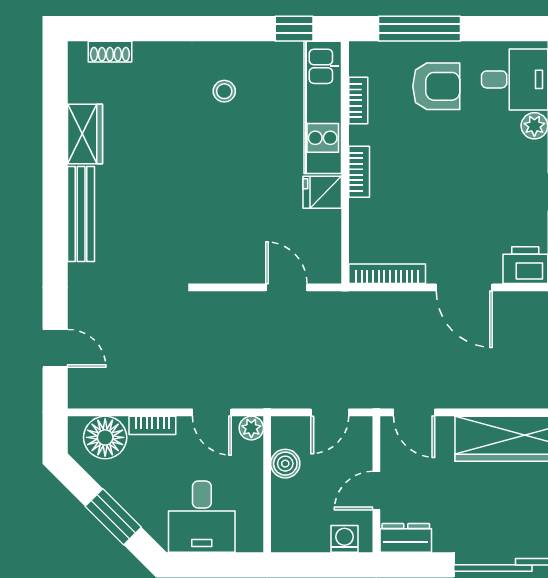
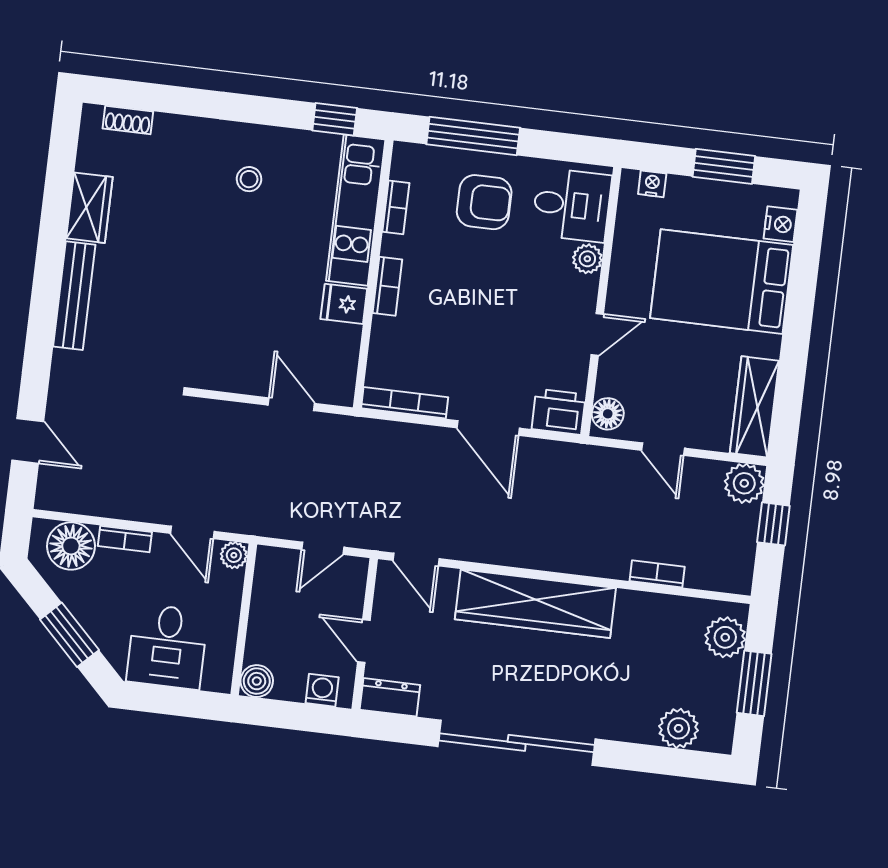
boiler: (285, 464) -> (257, 681), moved
door: (376, 491) -> (364, 641), hinge flipped

